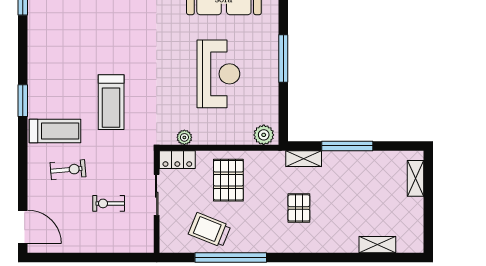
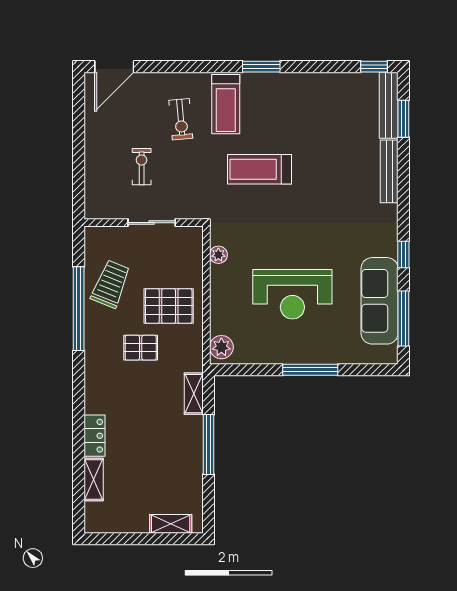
locker: (177, 160) -> (95, 436), moved, turned 180
pallet: (299, 208) -> (141, 348), moved

